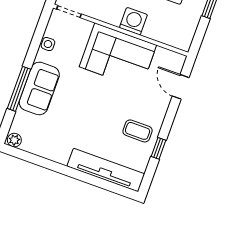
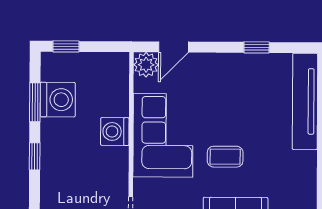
plant: (175, 62) -> (146, 65), added
coffee table: (138, 131) -> (225, 157), moved, turned 90

